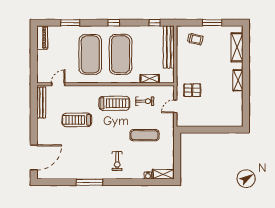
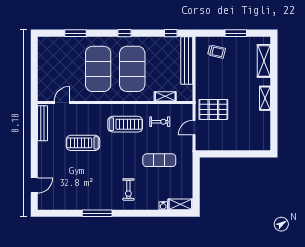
piano: (42, 38) -> (44, 50), removed
pallet: (192, 90) -> (213, 109), width x1.50, depth x1.42
door: (34, 157) -> (34, 185), width x0.53

